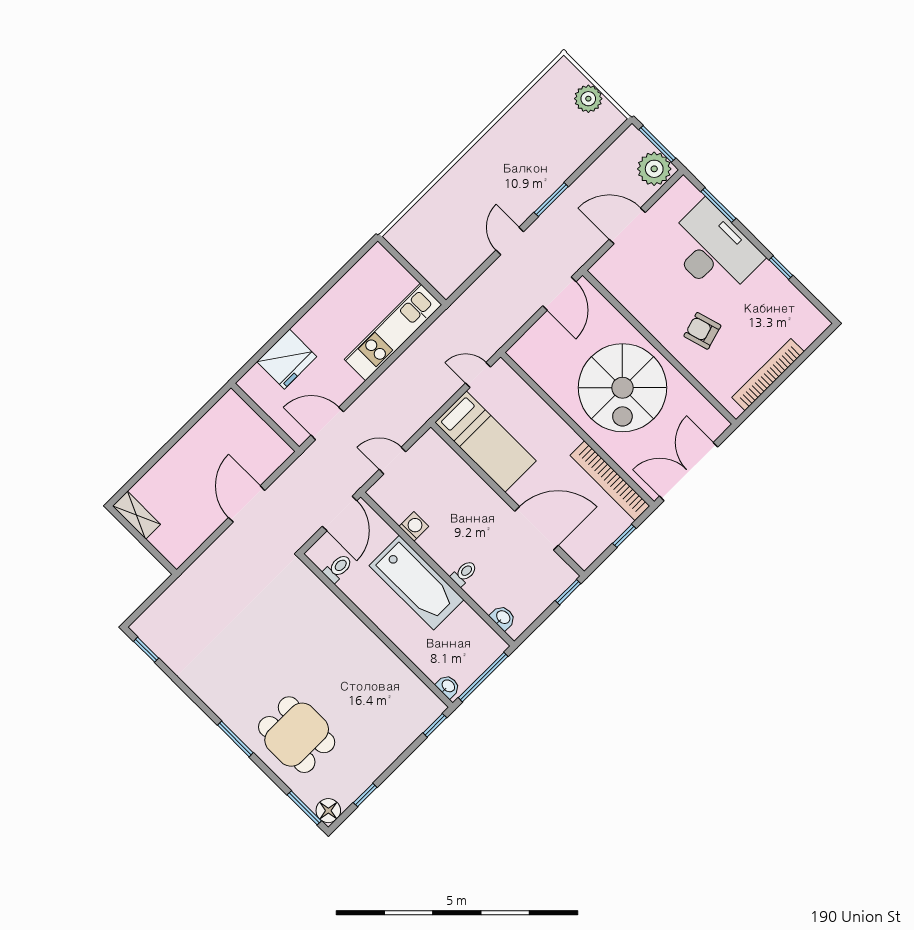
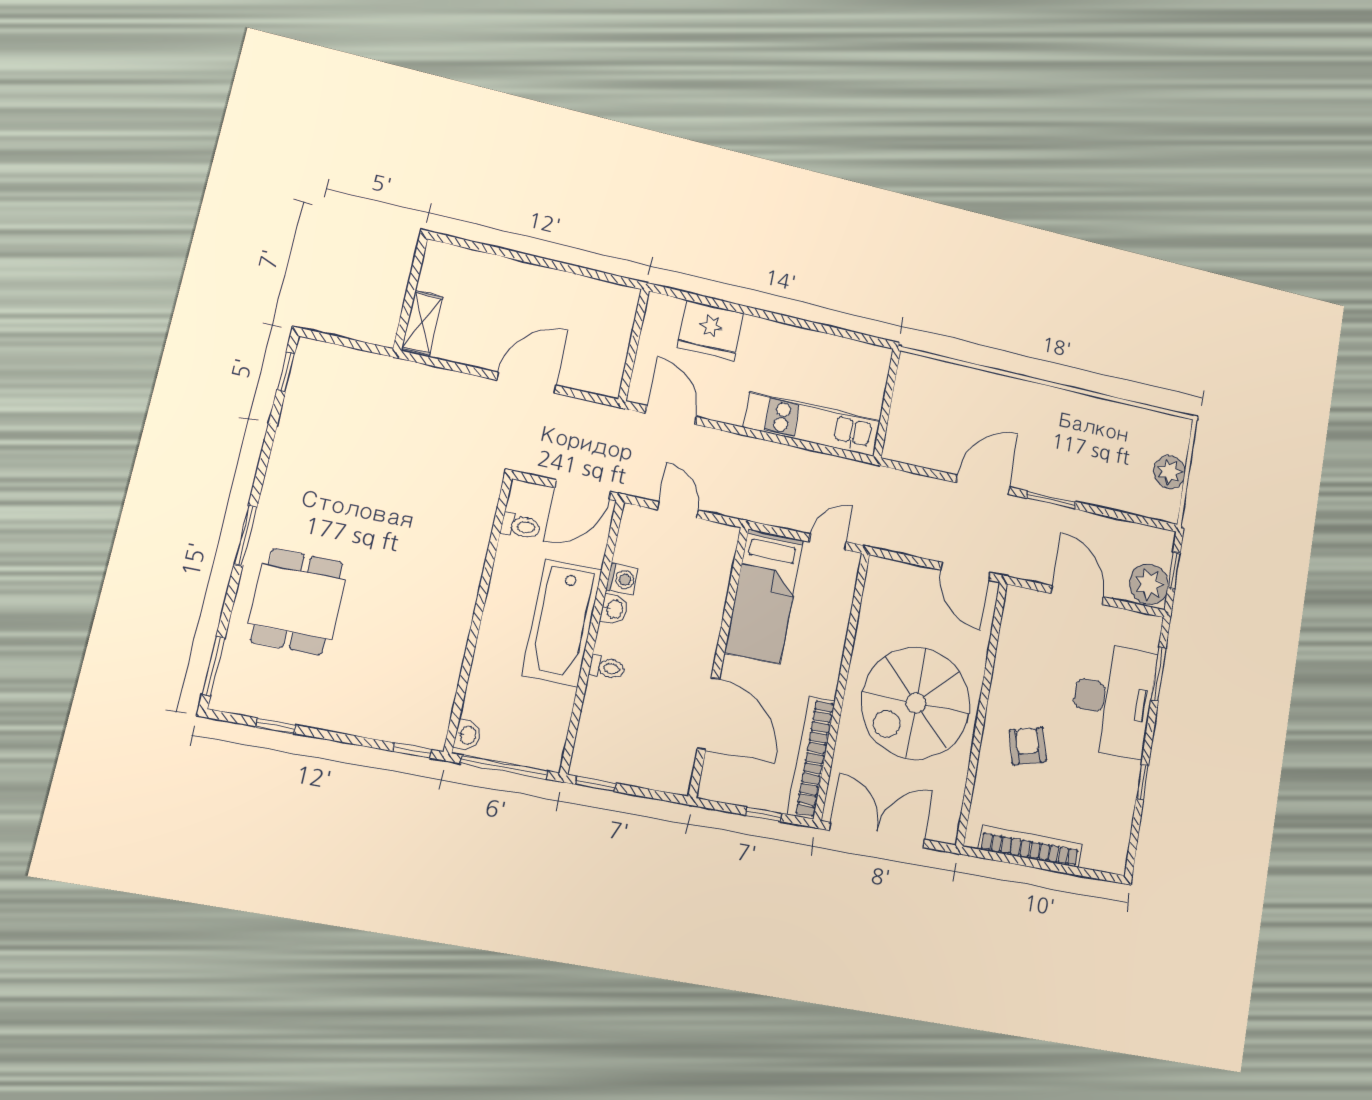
window: (657, 144) -> (1174, 571), width x0.67
door: (510, 241) -> (983, 485), width x1.38
door: (559, 294) -> (965, 571), hinge flipped
door: (478, 375) -> (828, 542), hinge flipped
shelving: (136, 515) -> (422, 323), moved
window: (568, 592) -> (595, 784), moved
washbasin: (503, 617) -> (614, 609), moved
floor lamp: (328, 811) -> (228, 696), removed

